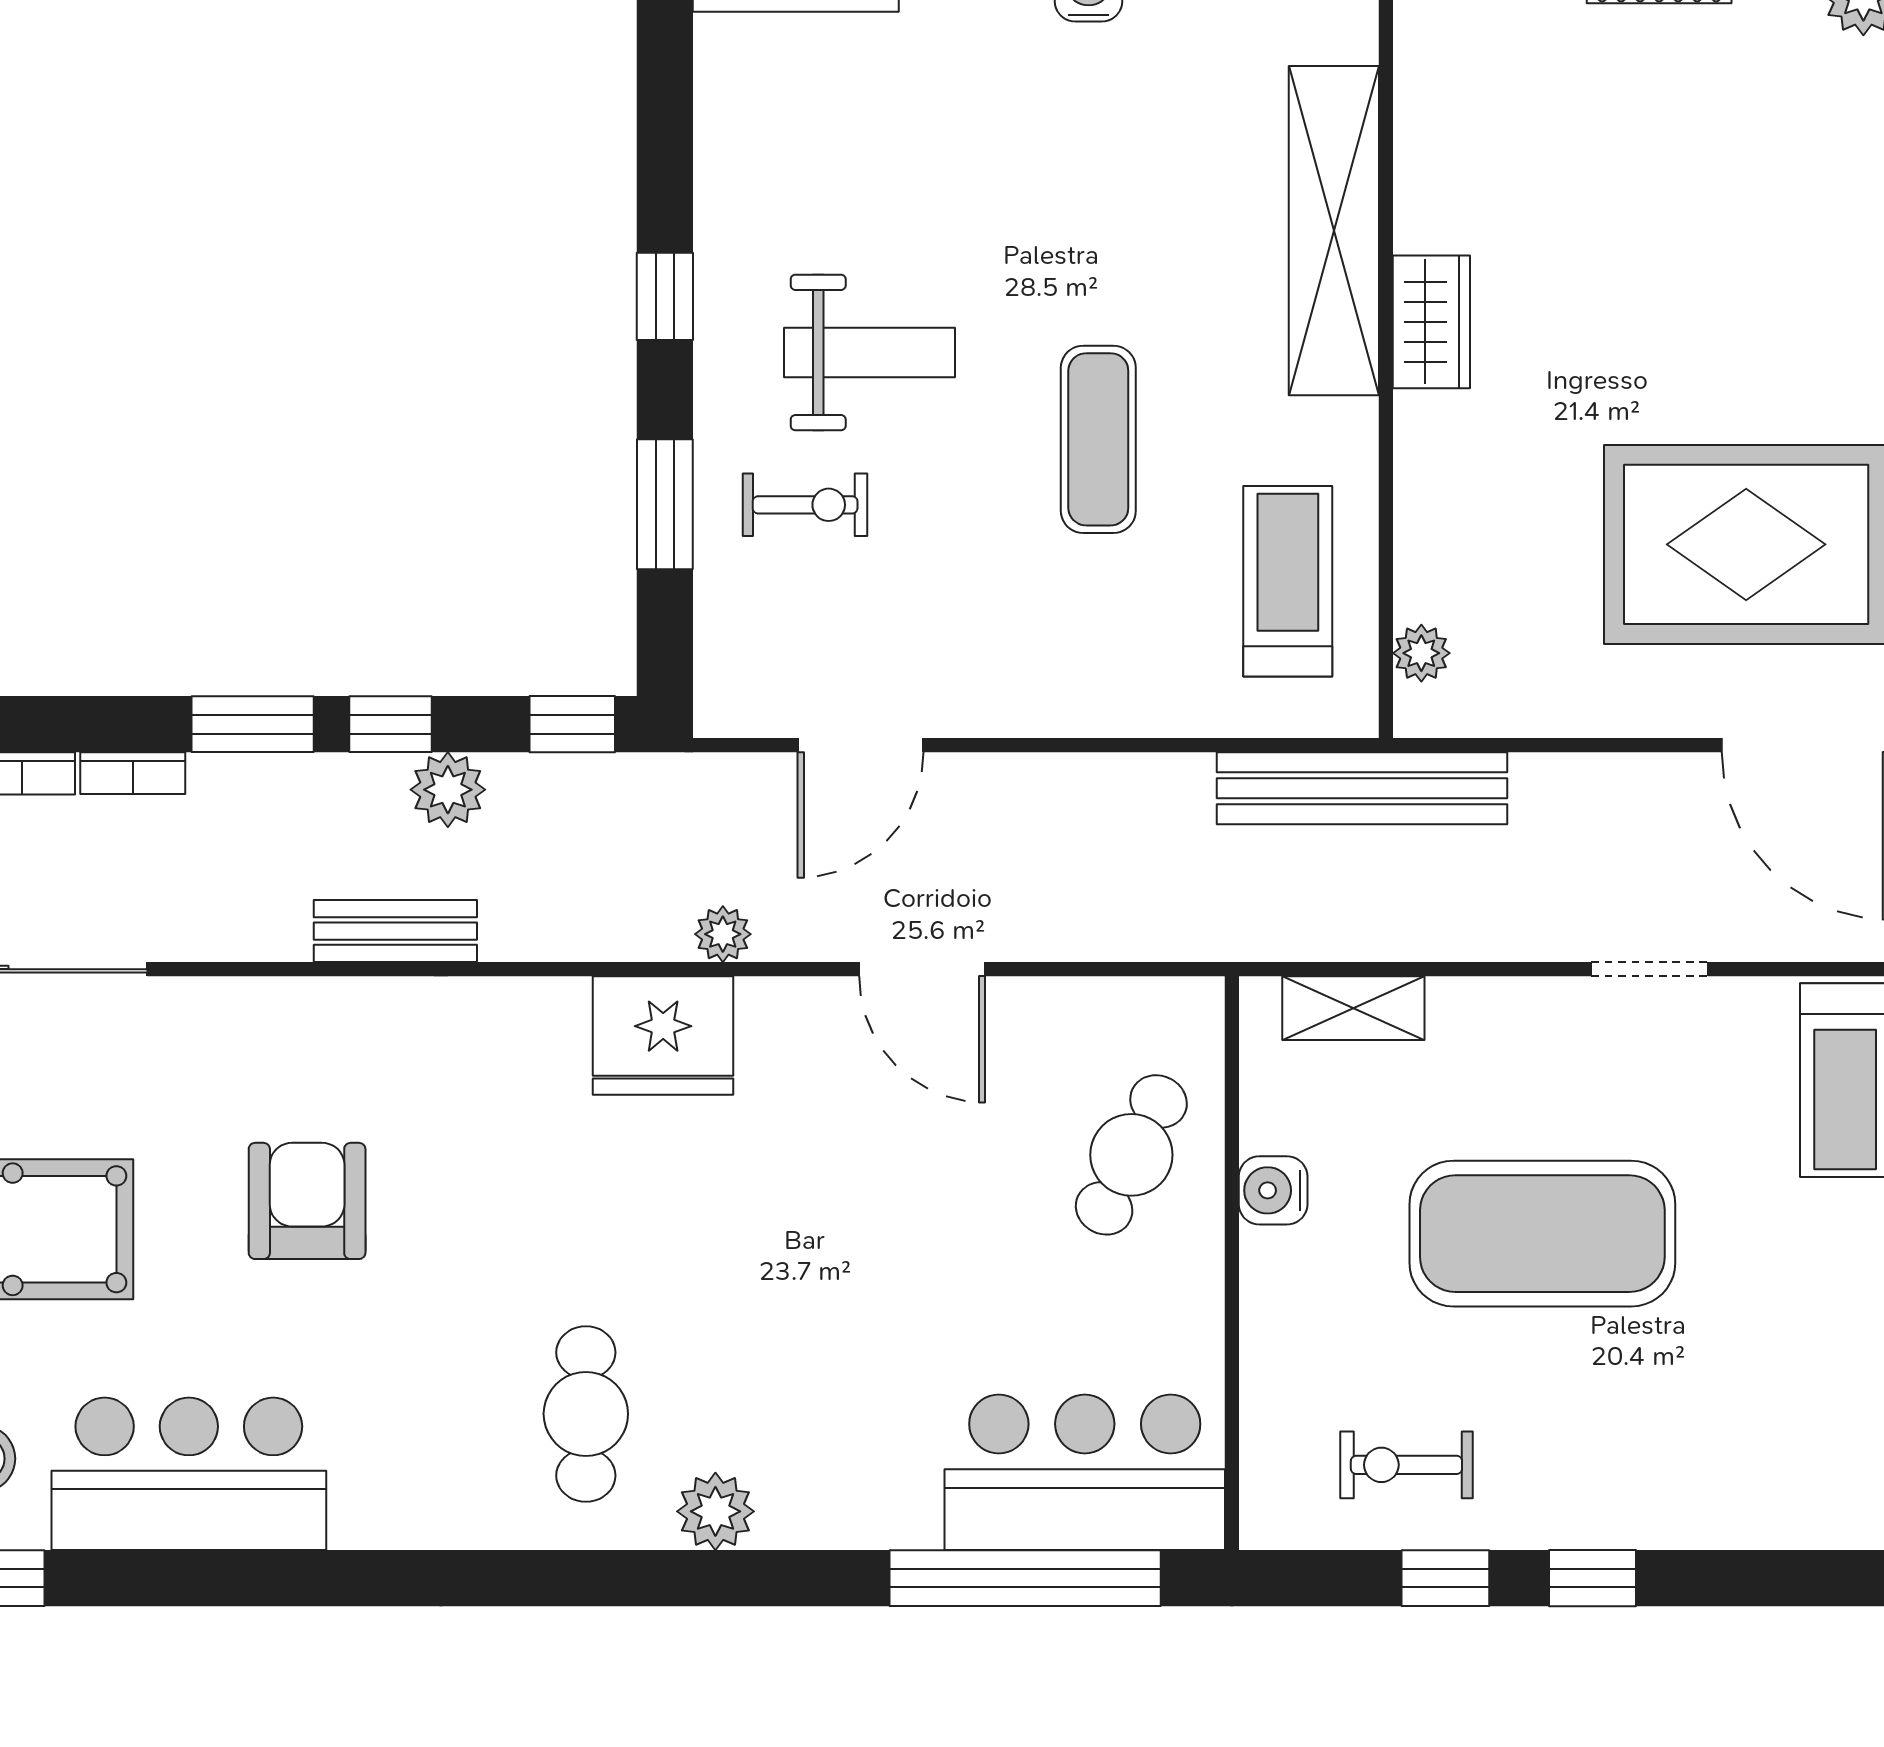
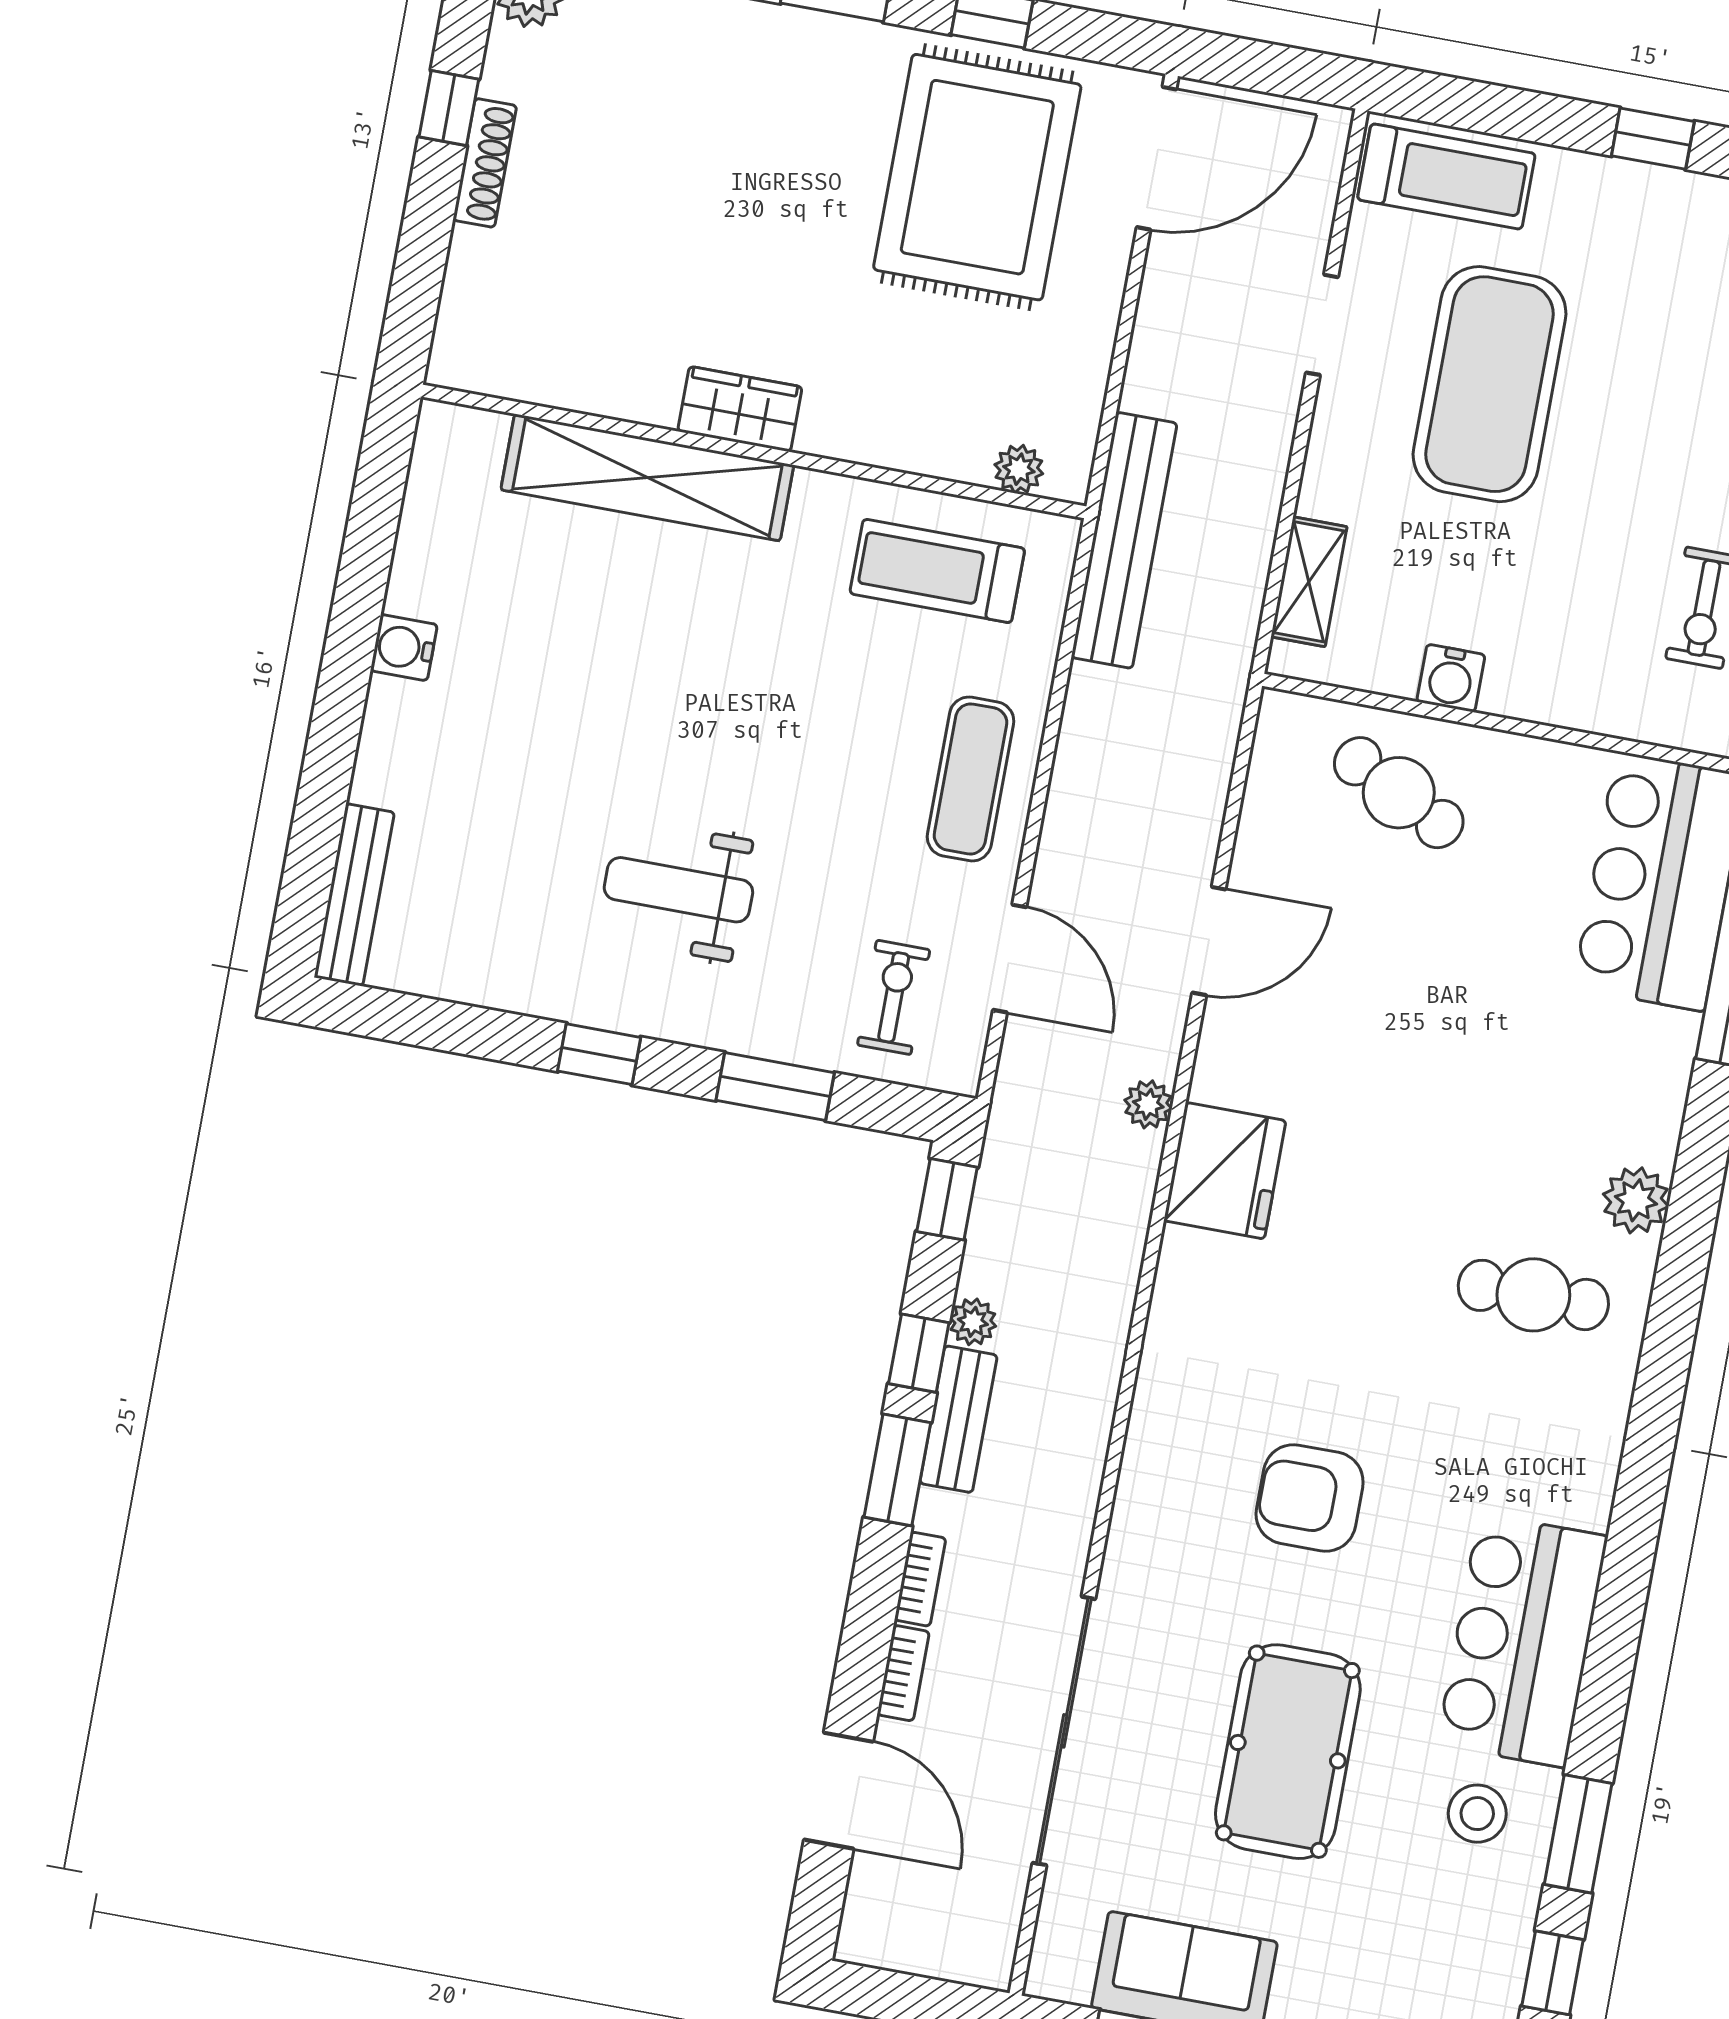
weight bench: (869, 352) -> (678, 890), turned -90
exercise mat: (1098, 439) -> (970, 779), moved, turned 90
exercise bike: (805, 505) -> (894, 997), moved
plant: (448, 790) -> (973, 1322), width x0.73, depth x0.73
bench: (395, 931) -> (958, 1419), moved
exercise mat: (1542, 1234) -> (1490, 384), moved

